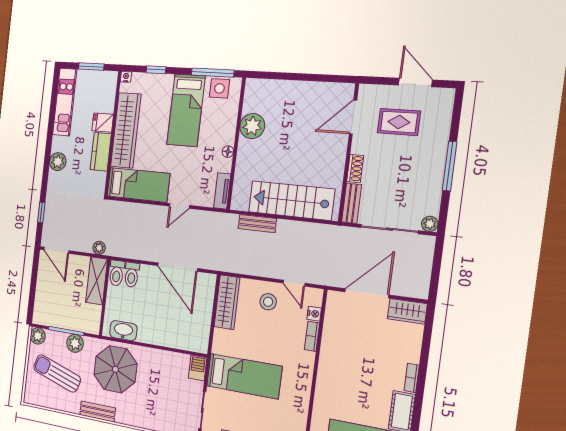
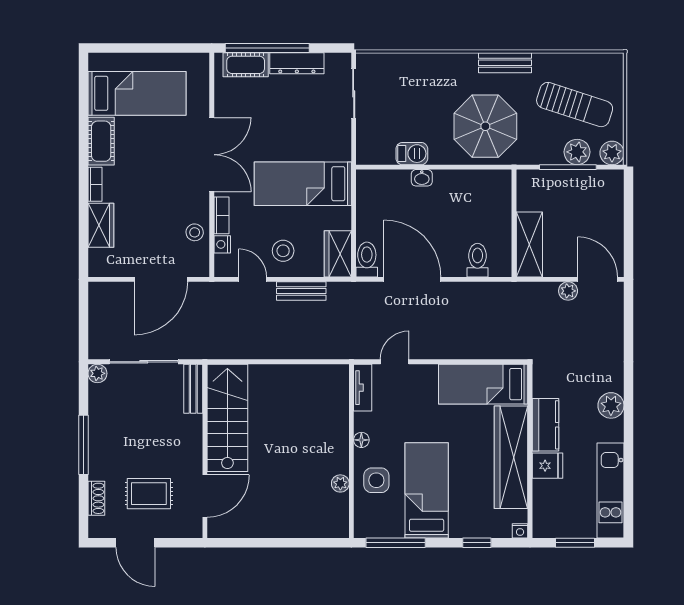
side table: (219, 88) -> (376, 480), moved
plant: (252, 126) -> (340, 483), width x0.53, depth x0.53
shoe rack: (355, 169) -> (96, 498), moved, turned 180
stairs: (291, 201) -> (227, 418), moved, turned -90
door: (179, 206) -> (395, 362), moved
window: (41, 213) -> (628, 330), removed
bench: (257, 223) -> (301, 291), moved
plant: (99, 248) -> (568, 291), moved
toilet: (117, 273) -> (367, 260), moved
wardrobe: (227, 302) -> (338, 254), width x0.67
wardrobe: (407, 311) -> (101, 225), moved, turned 90
stool: (335, 326) -> (195, 232), added
washbasin: (123, 331) -> (422, 178), moved, width x0.52, depth x0.69
plant: (75, 343) -> (577, 152), moved
barbecue: (198, 368) -> (412, 154), moved, turned -90
bed: (244, 376) -> (303, 184), moved
double door: (314, 385) -> (212, 155), added

